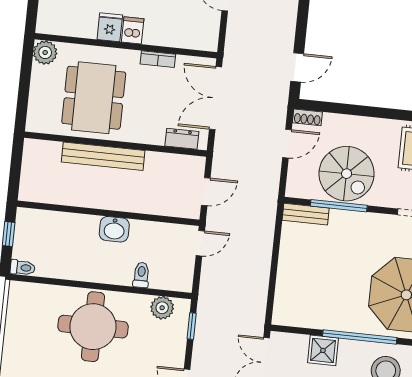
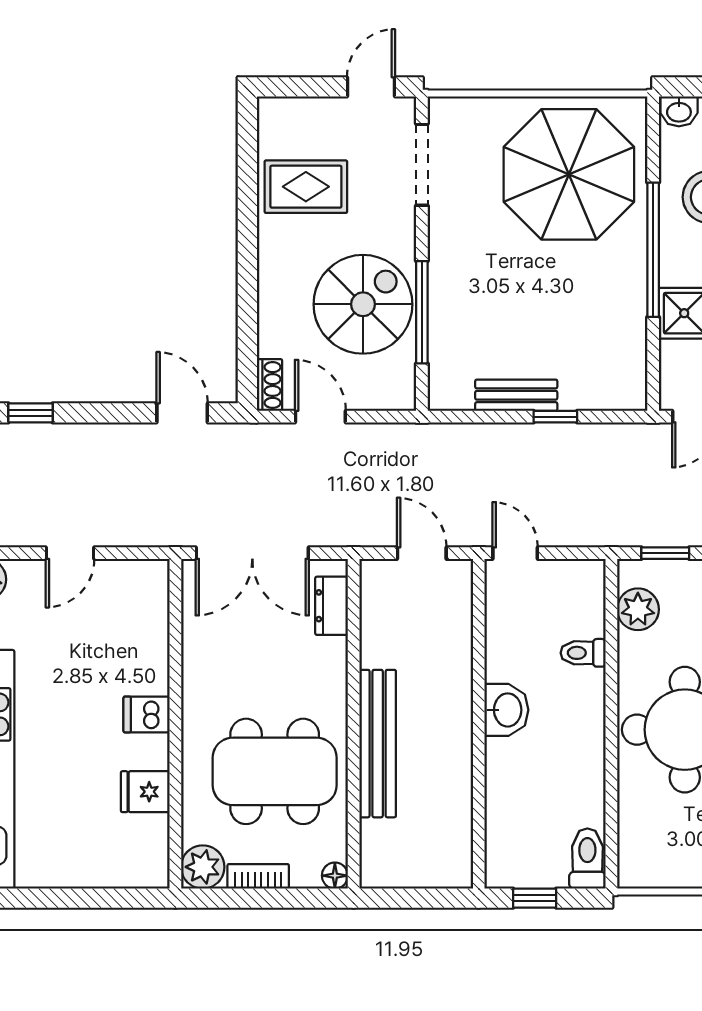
fridge: (110, 27) -> (145, 792), moved
bookcase: (158, 59) -> (258, 876), moved, turned -90
floor lamp: (33, 125) -> (335, 876), added
bench: (306, 214) -> (516, 395), moved, turned 90
toilet: (23, 268) -> (587, 858), width x1.37, depth x1.39
window: (273, 273) -> (555, 417), added

